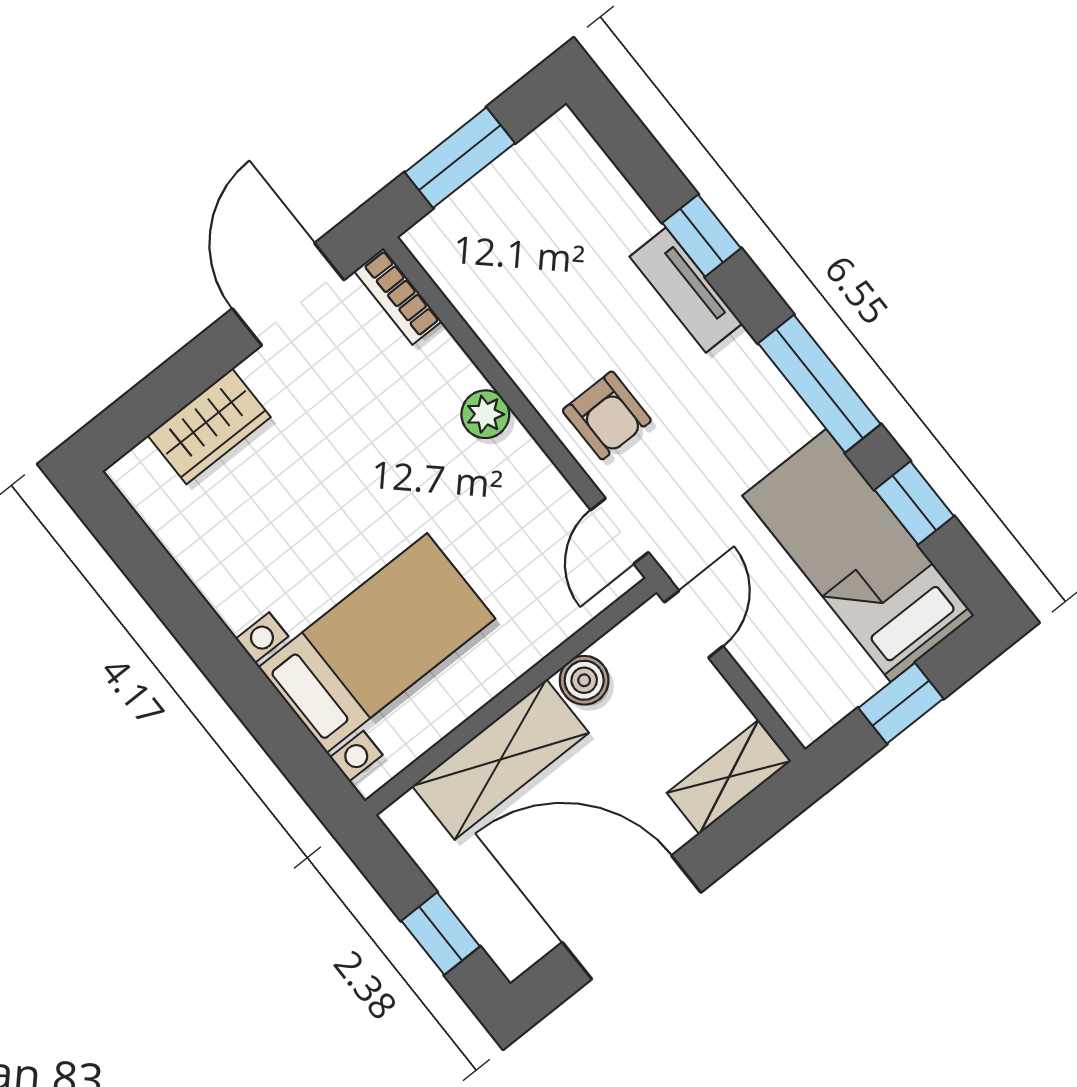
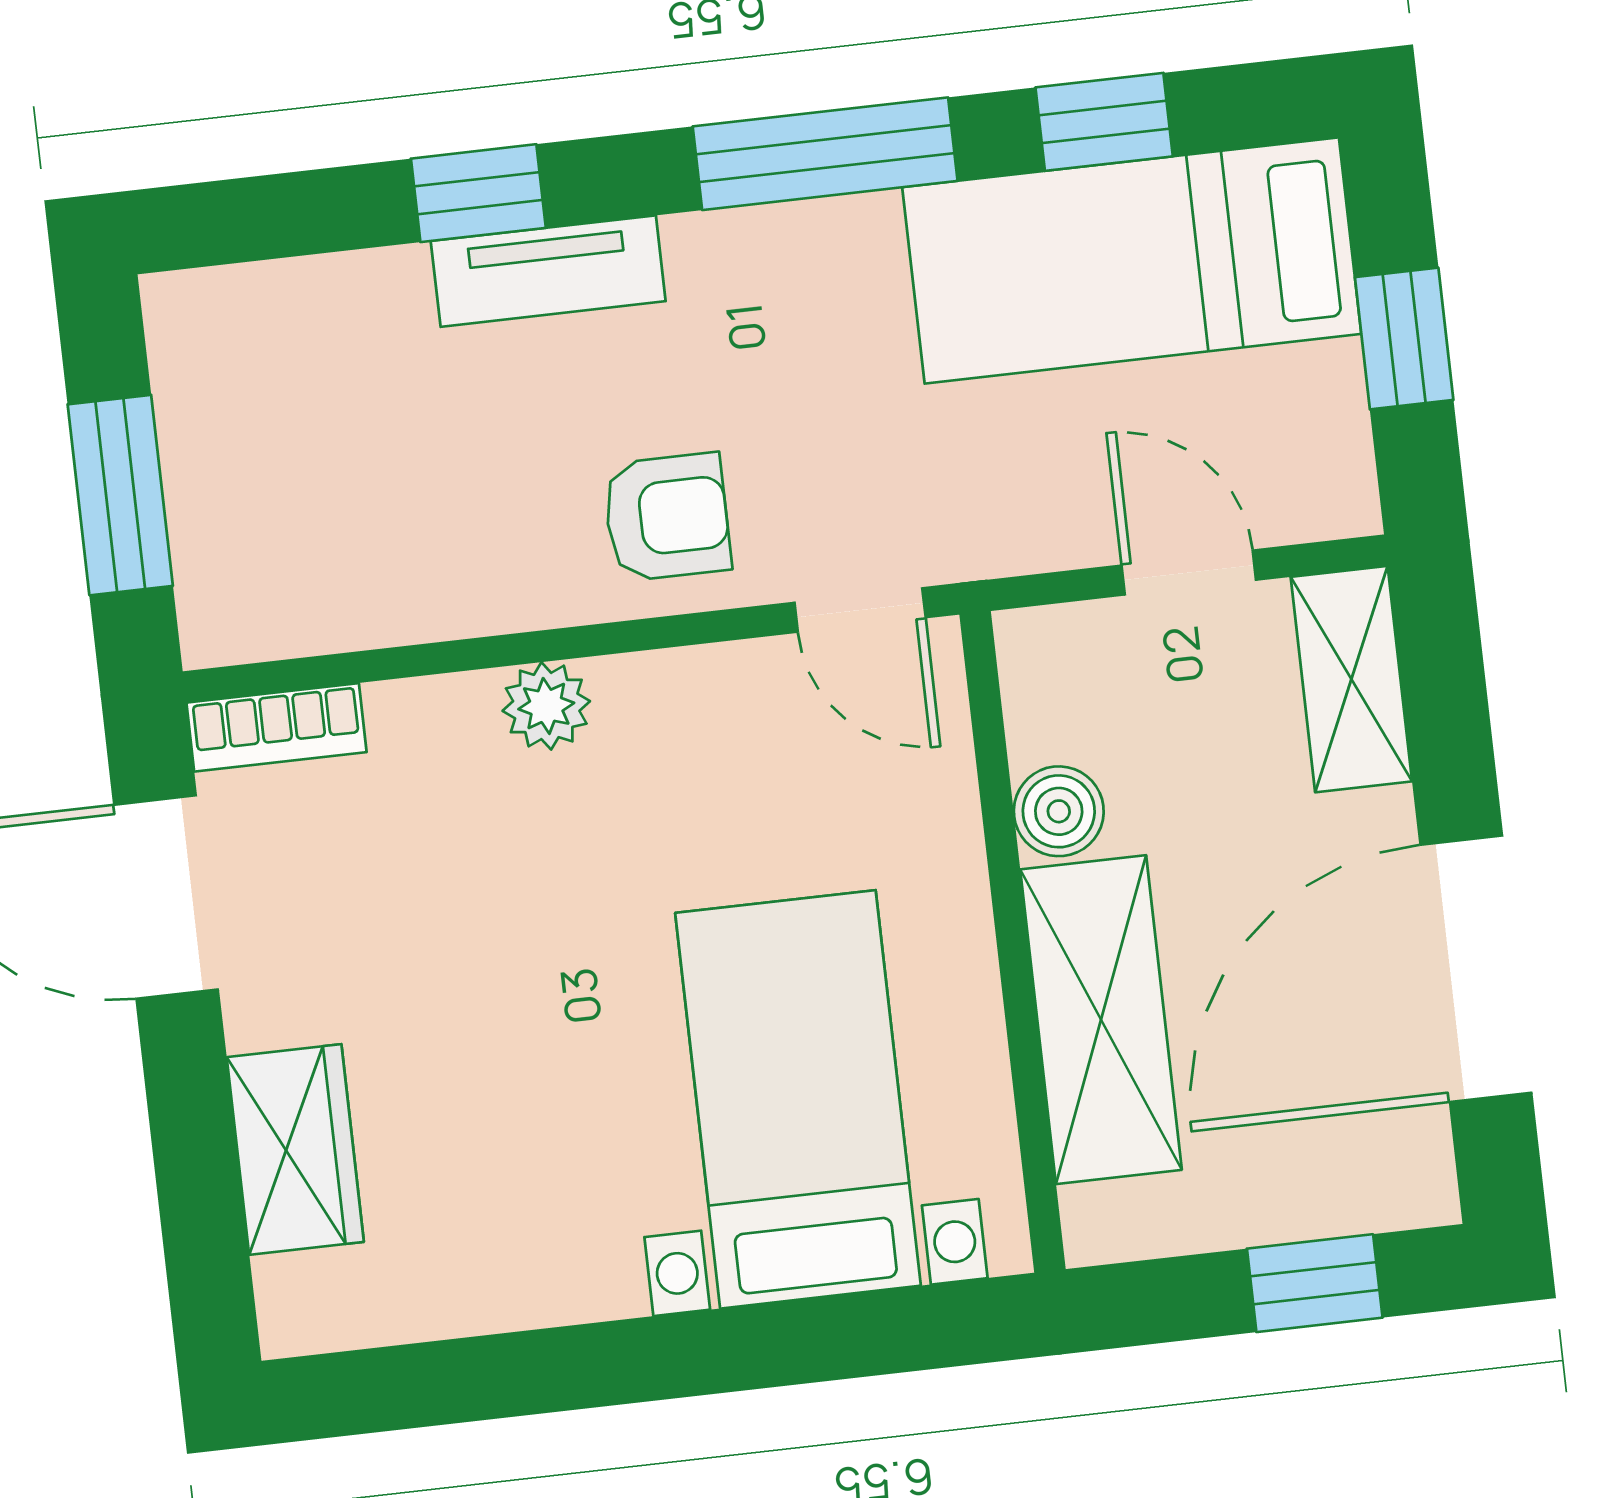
door: (694, 624) -> (1189, 573), moved

